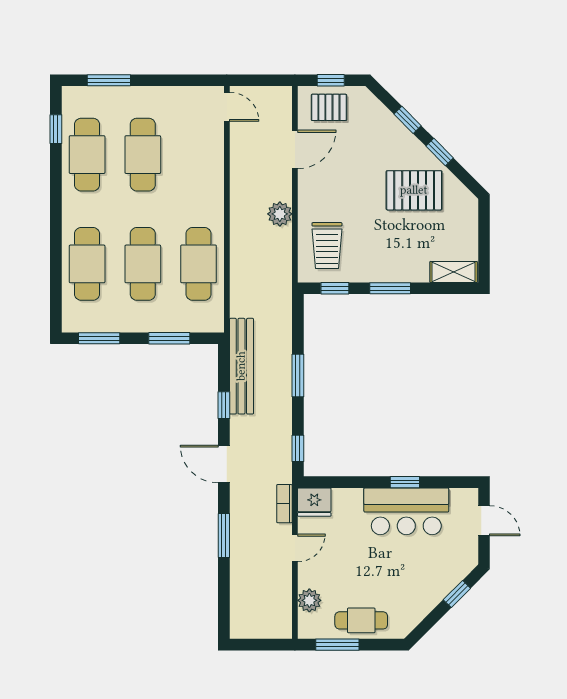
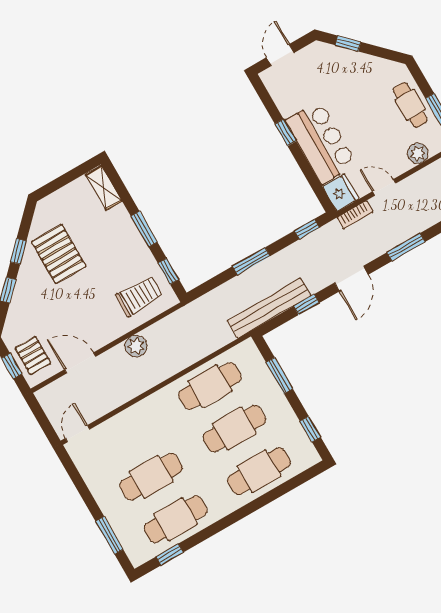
window: (99, 338) -> (310, 429), width x0.67
bar counter: (406, 511) -> (321, 142), moved

